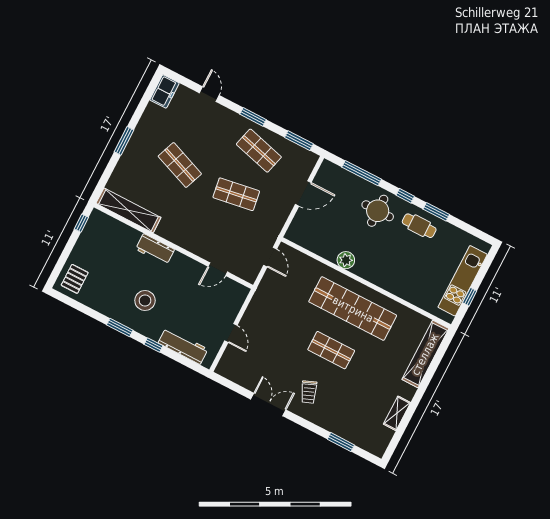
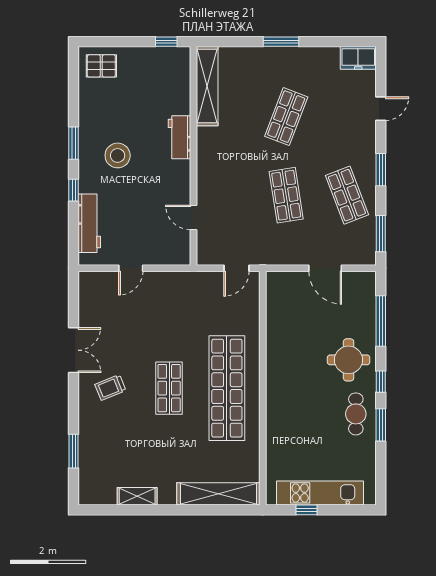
shop shelf: (259, 151) -> (347, 195), turned -36
plant: (346, 260) -> (276, 353), removed

